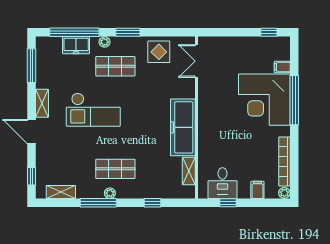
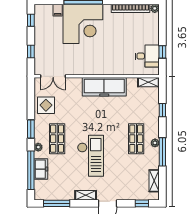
window: (229, 32) -> (31, 51), added
shelving: (189, 171) -> (148, 82), moved
filing cabinet: (257, 190) -> (152, 29), removed

